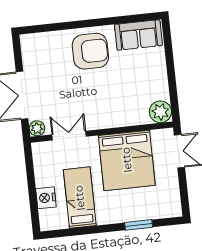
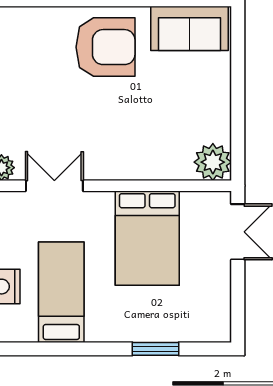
bed: (127, 160) -> (147, 238), width x0.73

